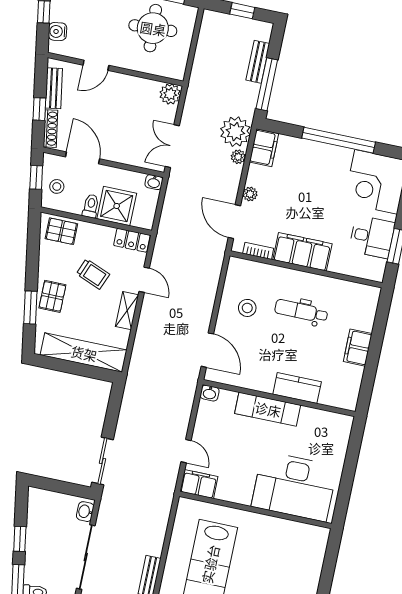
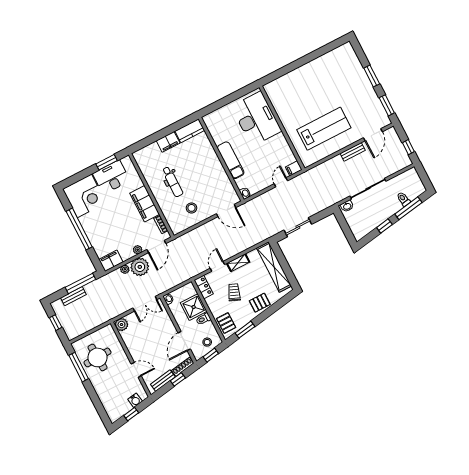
plant: (235, 132) -> (140, 267), moved
desk: (372, 237) -> (111, 177), width x1.37
window: (30, 308) -> (245, 330), moved
door: (207, 350) -> (226, 211), swing flipped
kitchen counter: (297, 388) -> (190, 131), moved, turned -90
sliding door: (102, 461) -> (298, 227), moved
filing cabinet: (199, 484) -> (294, 168), width x0.50

